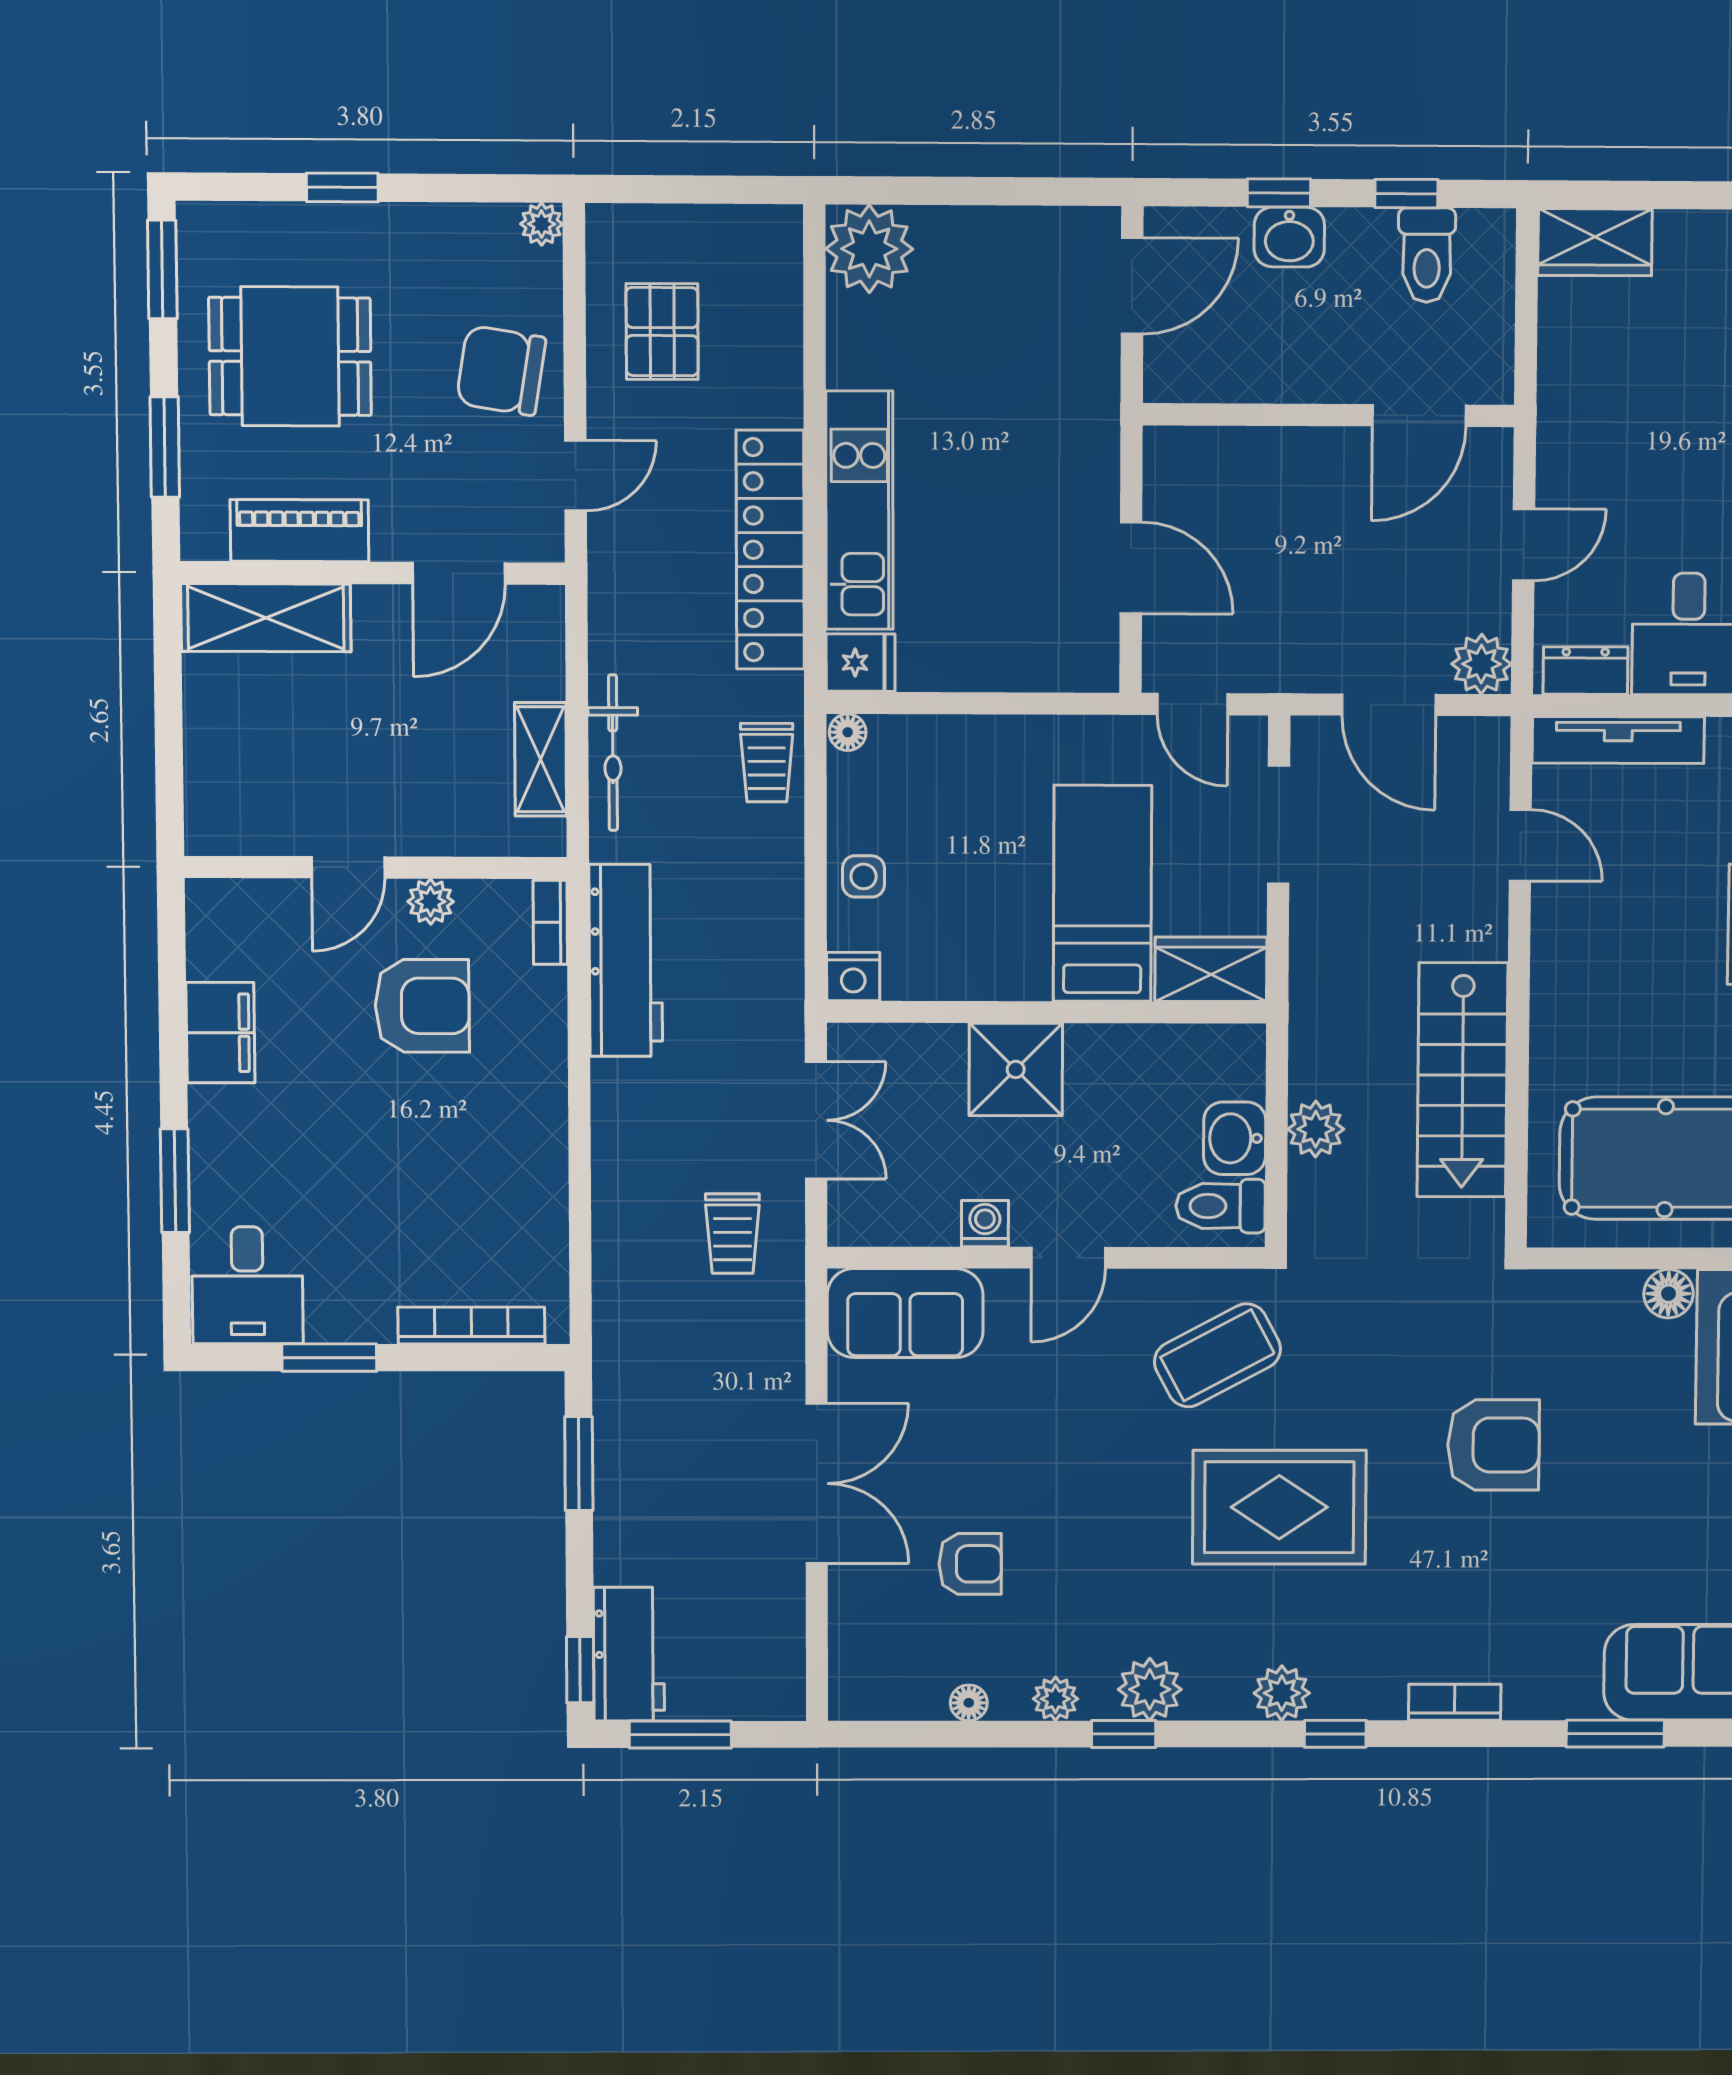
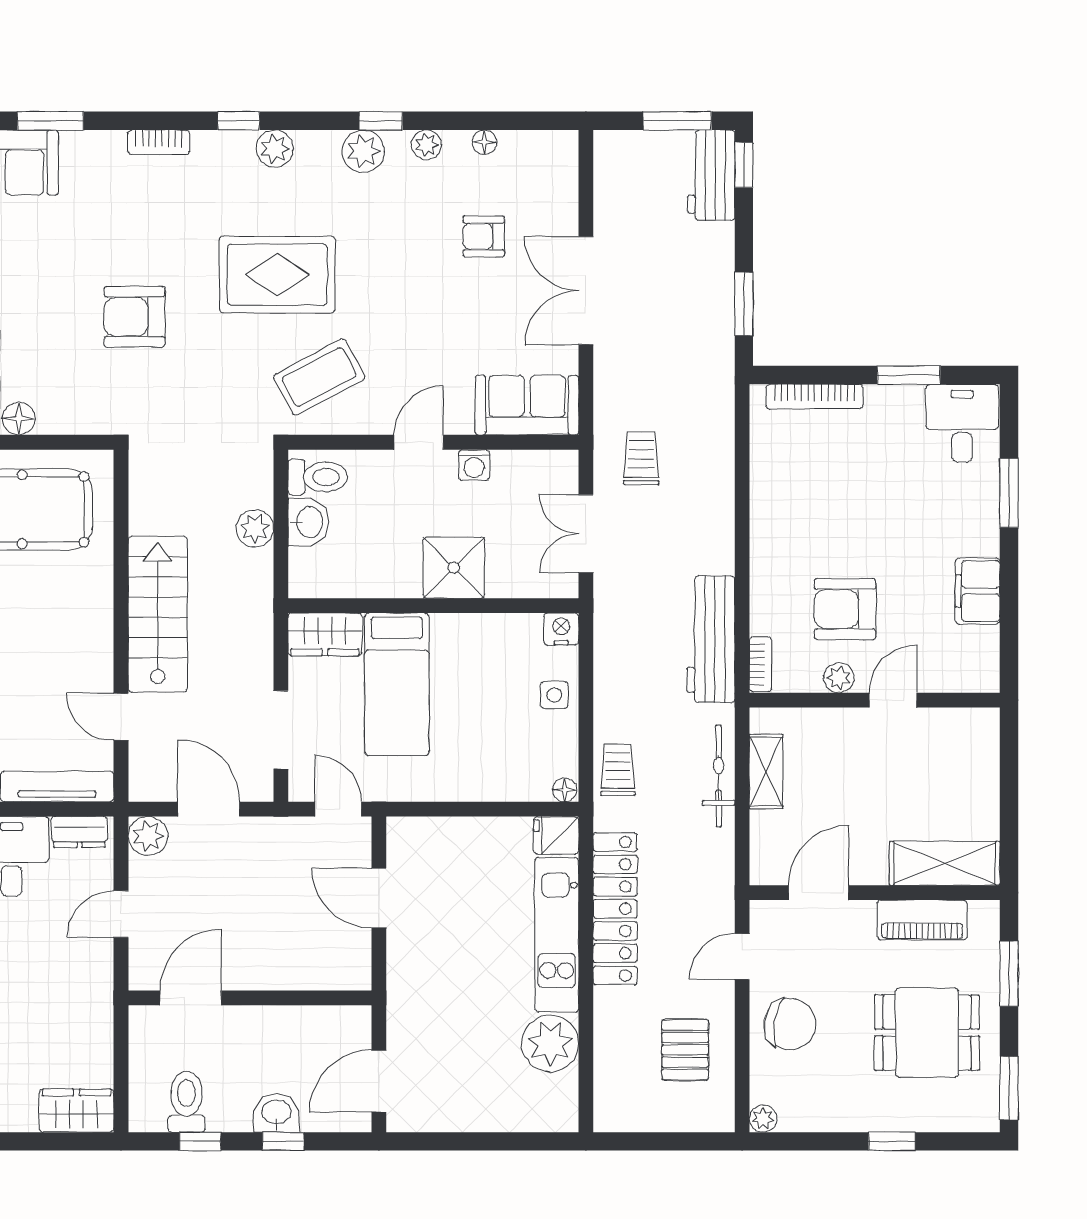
plant: (869, 249) -> (550, 1043), moved
stairs: (1462, 1080) -> (158, 614), moved

